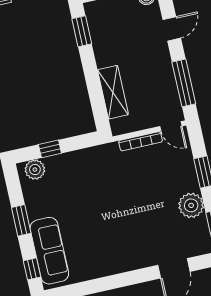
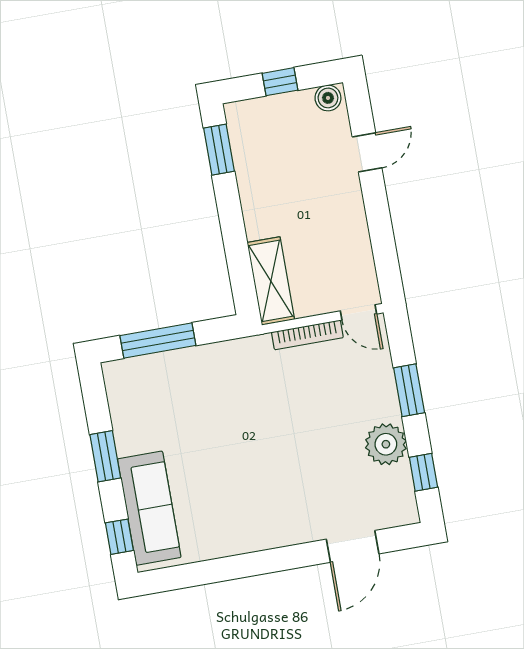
window: (184, 83) -> (383, 242), removed
shelving: (113, 92) -> (271, 281), moved
window: (50, 149) -> (158, 341), width x2.17
plant: (35, 170) -> (132, 374), removed

